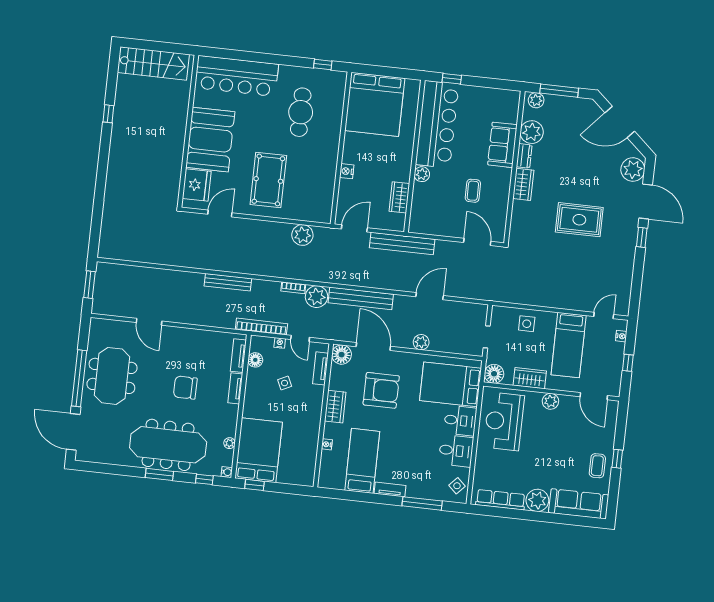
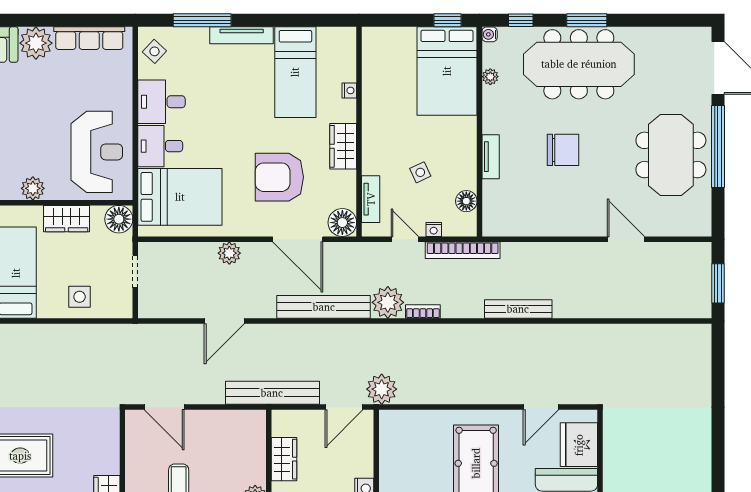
plant: (302, 235) -> (382, 389), moved
tv unit: (238, 356) -> (491, 205), removed
tv unit: (390, 489) -> (242, 35), width x1.41

